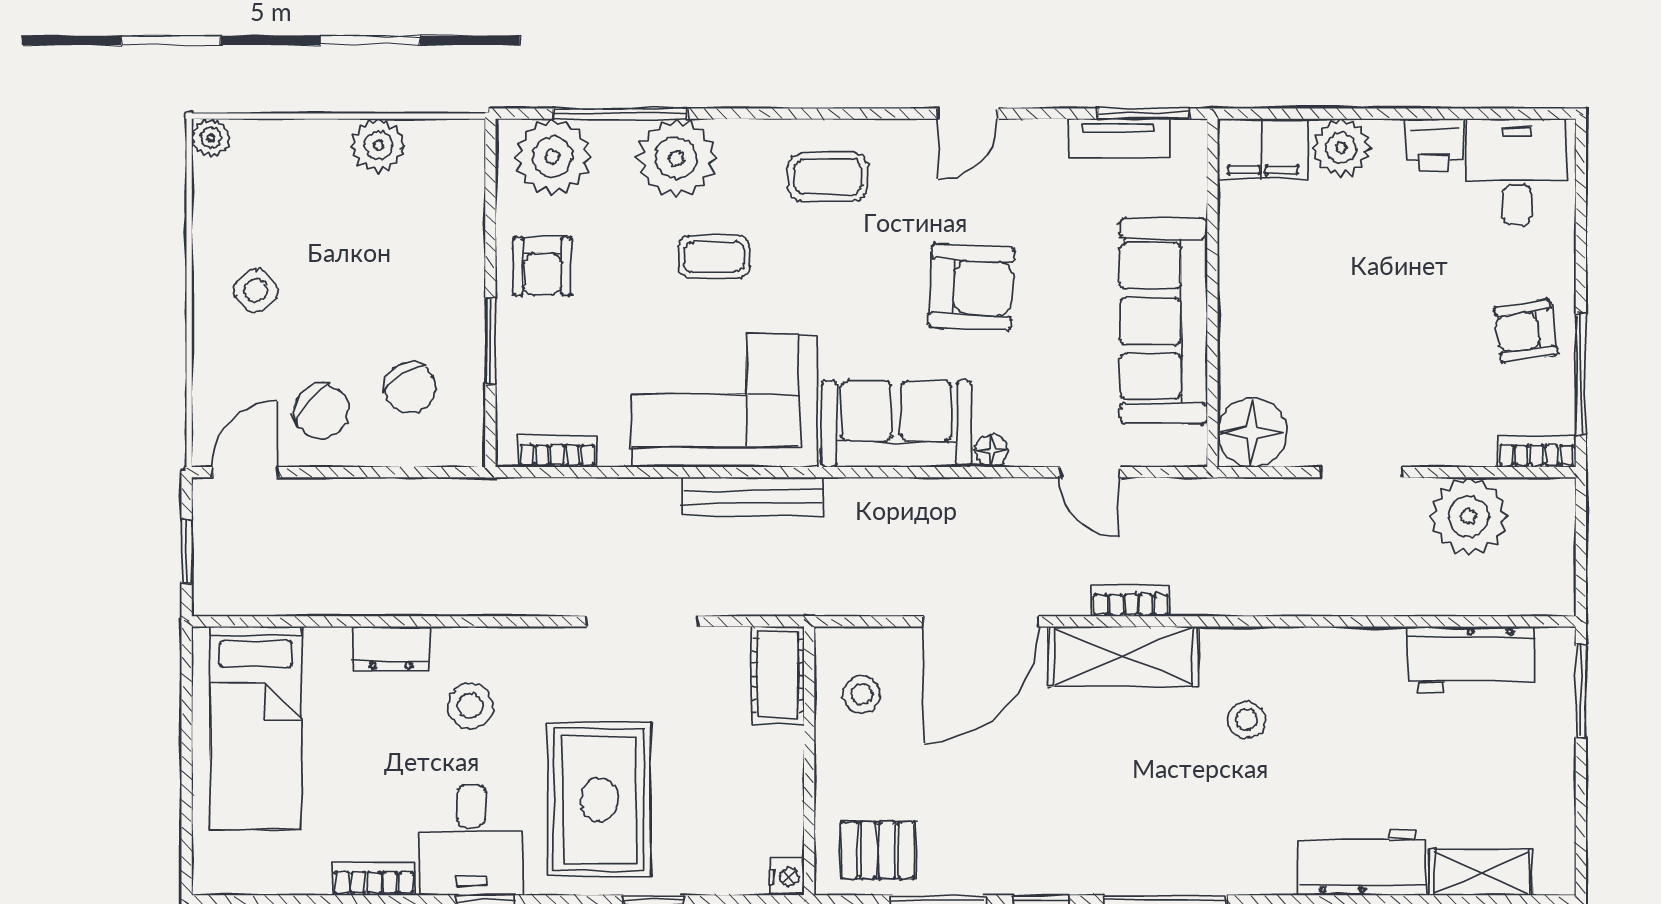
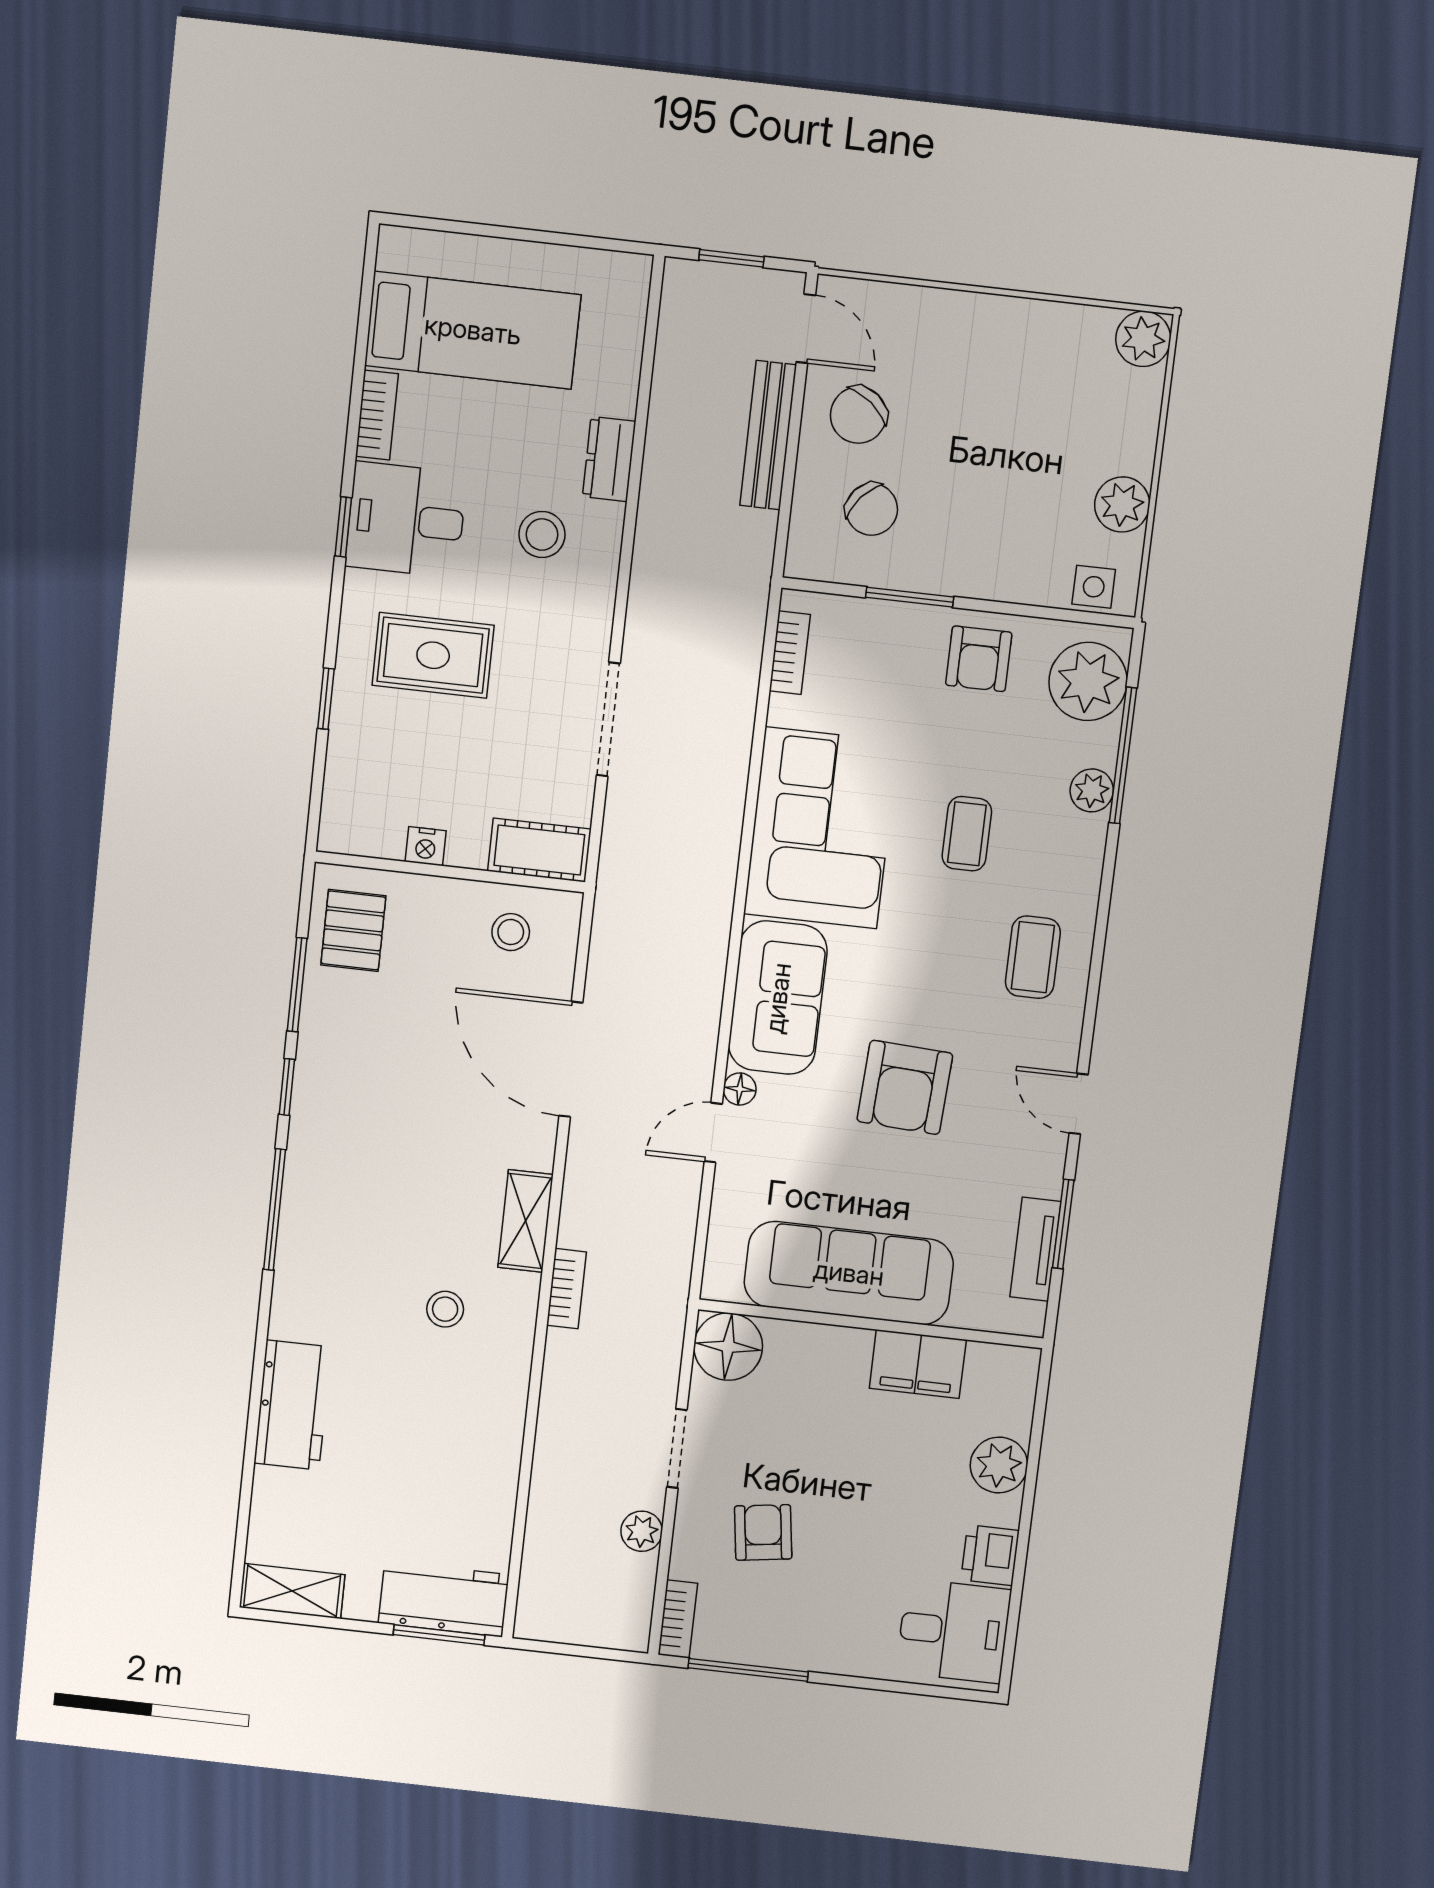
window: (1144, 114) -> (1063, 1224), moved
plant: (211, 138) -> (1143, 339), width x1.38, depth x1.38
filing cabinet: (1263, 149) -> (918, 1364), moved, turned -90
plant: (676, 158) -> (1092, 790), width x0.53, depth x0.53
armchair: (542, 266) -> (979, 659), turned -90
side table: (256, 290) -> (1094, 587), moved, turned 38
armchair: (1525, 331) -> (763, 1532), moved
chair: (410, 388) -> (872, 509), turned -109
door: (1089, 472) -> (713, 1133), moved
bench: (753, 497) -> (768, 435), moved
plant: (1469, 516) -> (642, 1531), width x0.53, depth x0.53
bookcase: (1131, 601) -> (566, 1289), moved
shelving: (1123, 656) -> (526, 1221), width x0.67, depth x0.75
workbench: (1471, 659) -> (444, 1599), moved, turned 90
bed: (256, 728) -> (473, 330), moved, turned 180
rug: (599, 800) -> (433, 655), width x0.73, depth x0.70
shelving: (1481, 872) -> (292, 1591), moved, turned 90
nightstand: (787, 877) -> (426, 846), moved

